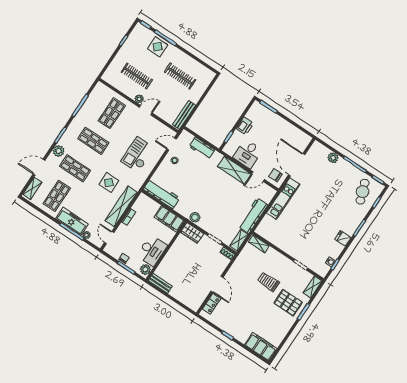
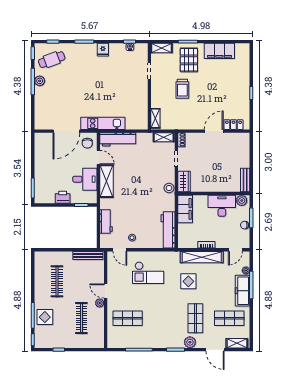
shop shelf: (93, 141) -> (162, 318), removed
plant: (333, 158) -> (40, 81), moved
workbench: (253, 216) -> (118, 139), moved
filing cabinet: (261, 347) -> (219, 51), moved, turned -90

